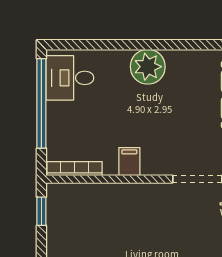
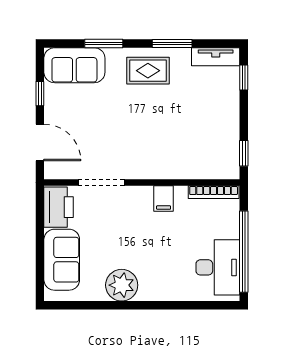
plant: (148, 67) -> (122, 285), moved
desk: (70, 78) -> (218, 267), width x1.37

